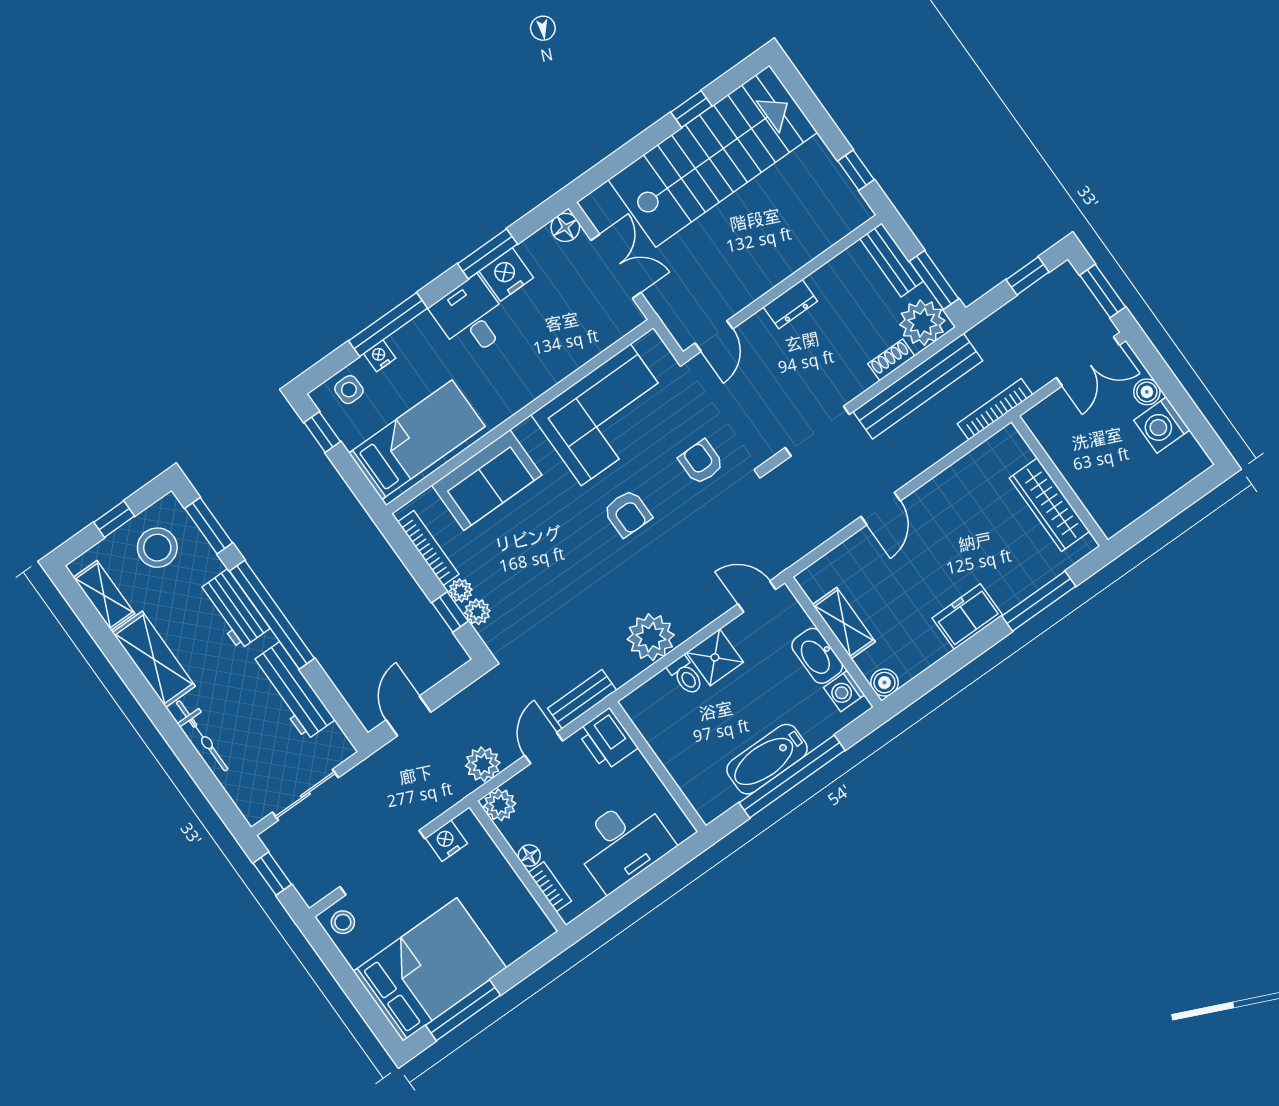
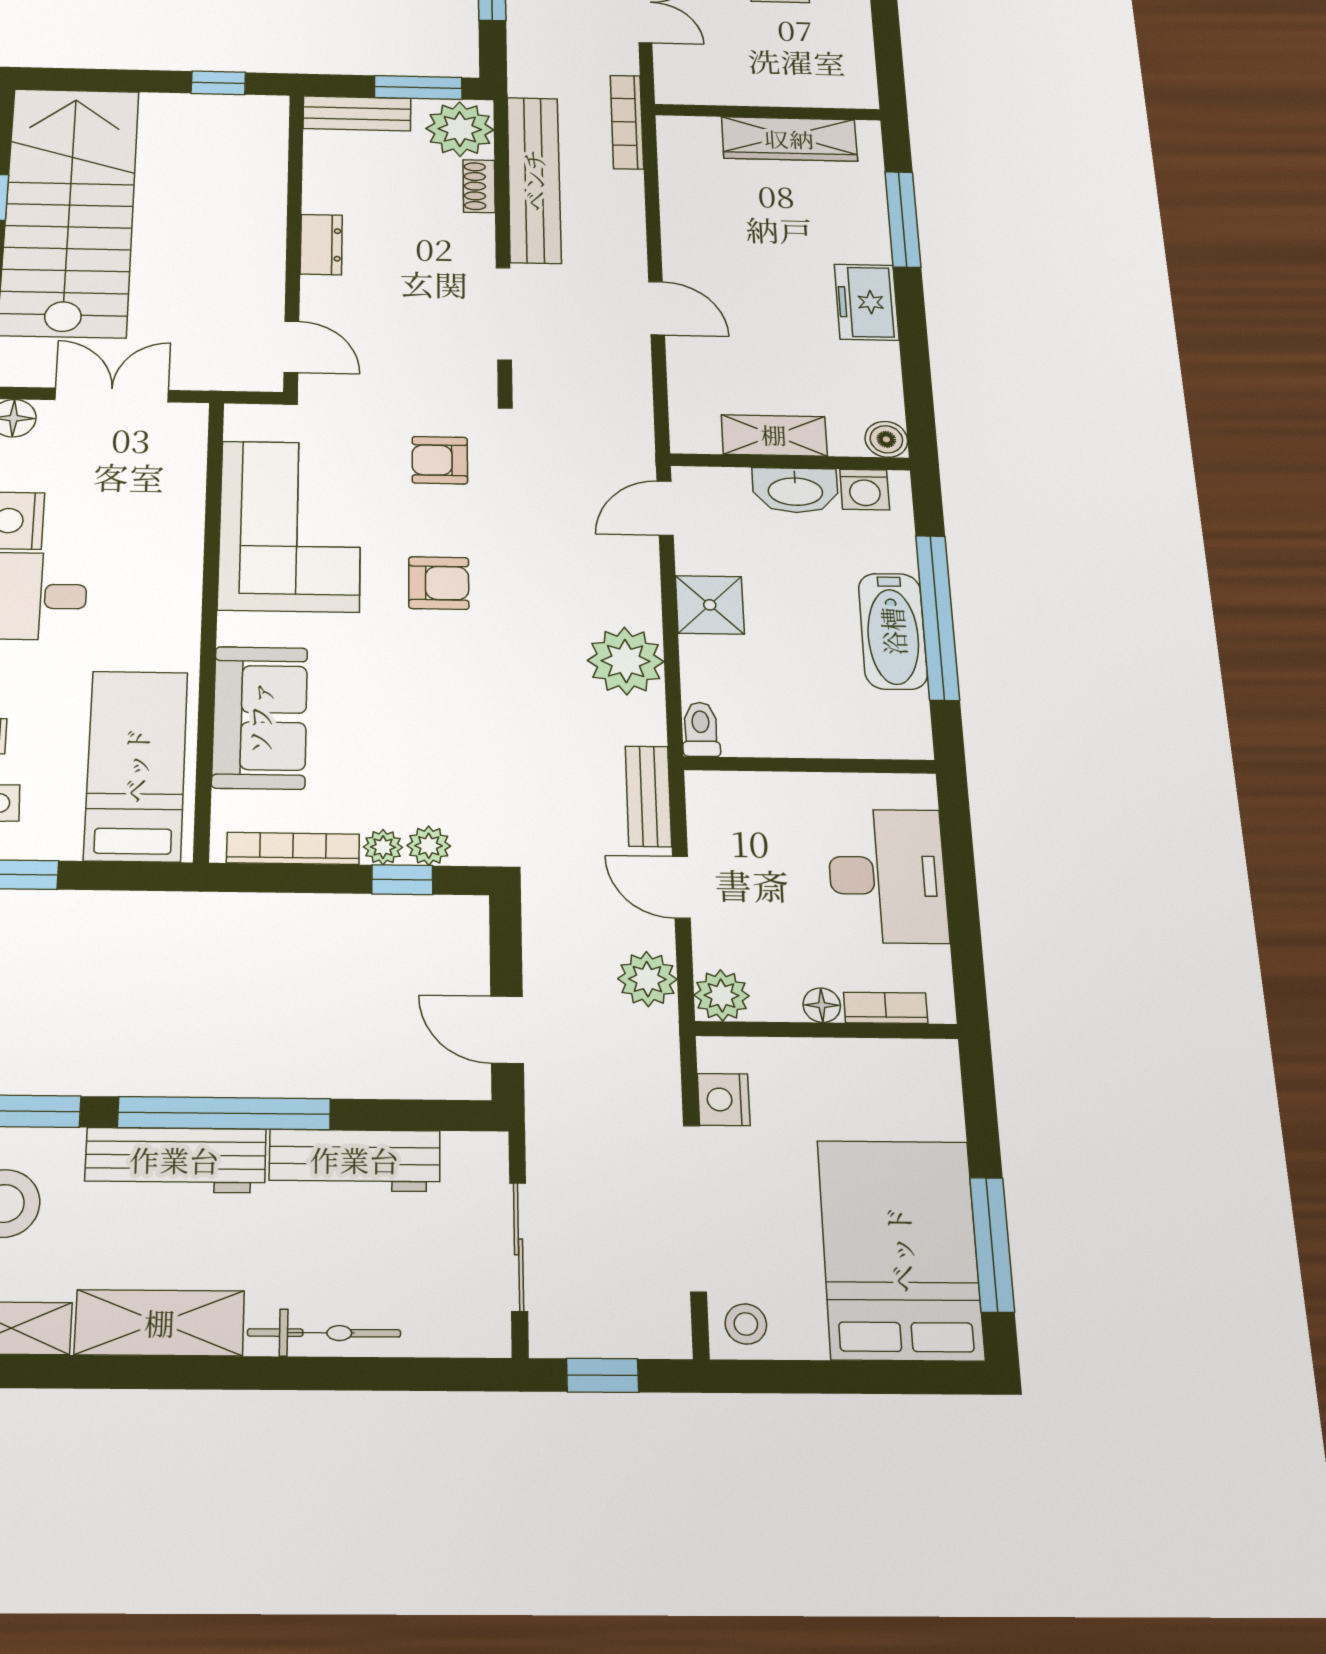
workbench: (234, 609) -> (175, 1160), width x1.38
toilet: (686, 676) -> (701, 729), moved, turned -90
printer: (607, 739) -> (727, 802), removed

